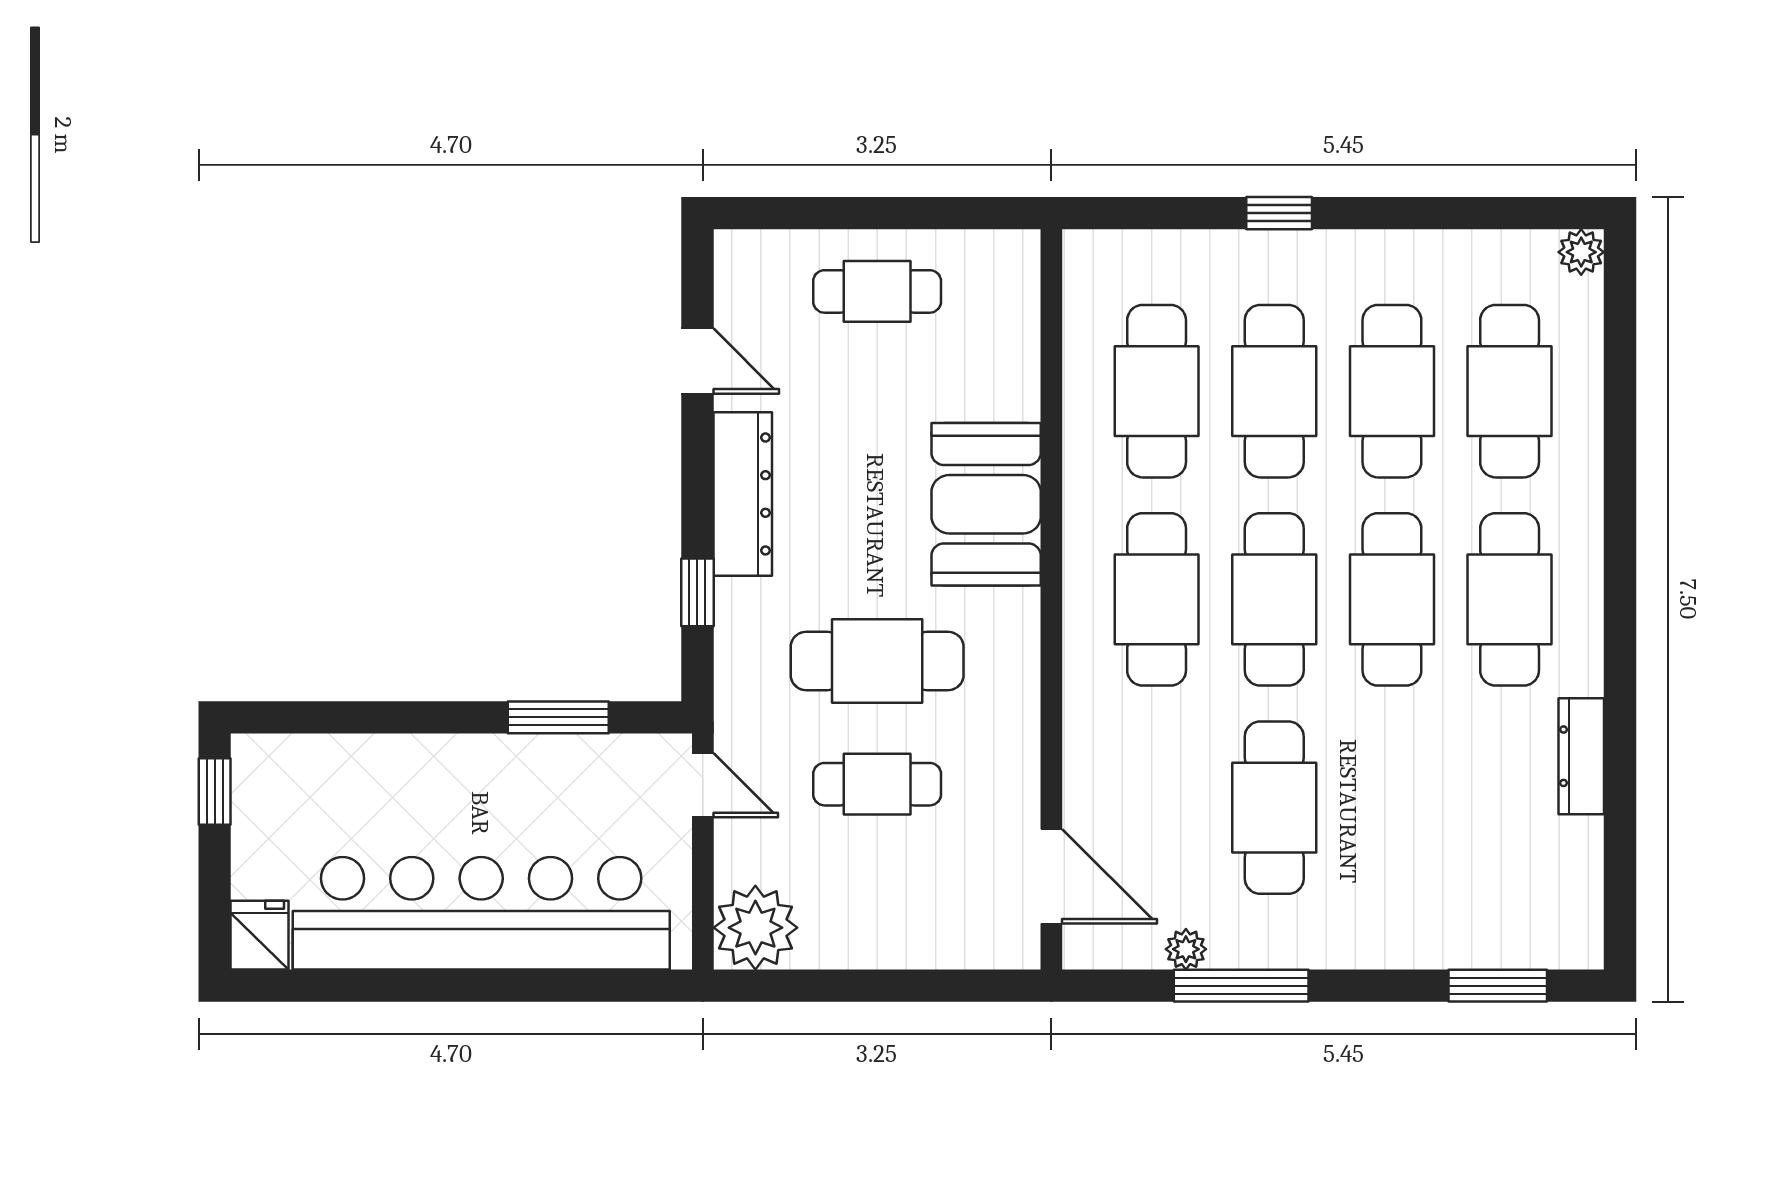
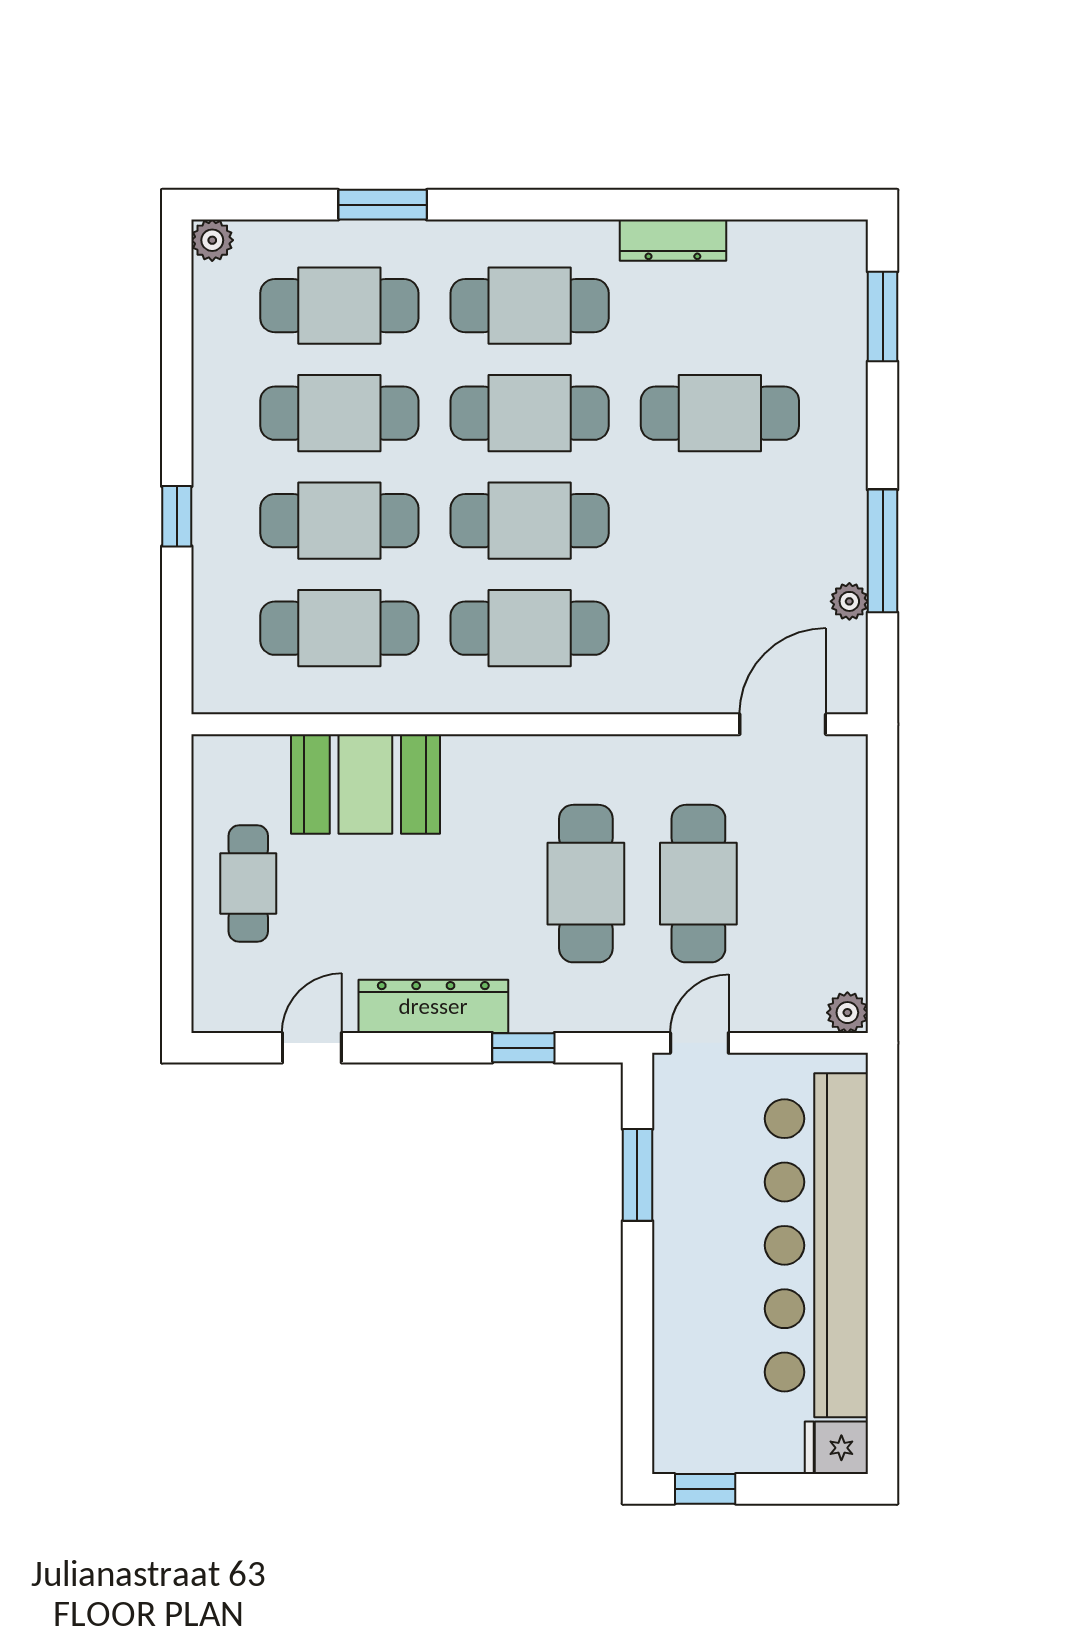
window: (1620, 438) -> (383, 205), added
booth: (986, 504) -> (365, 784), moved
cafe table: (877, 784) -> (698, 884), width x1.37, depth x1.35
cafe table: (1274, 808) -> (720, 413), moved
plant: (755, 928) -> (847, 1013), width x0.53, depth x0.53

